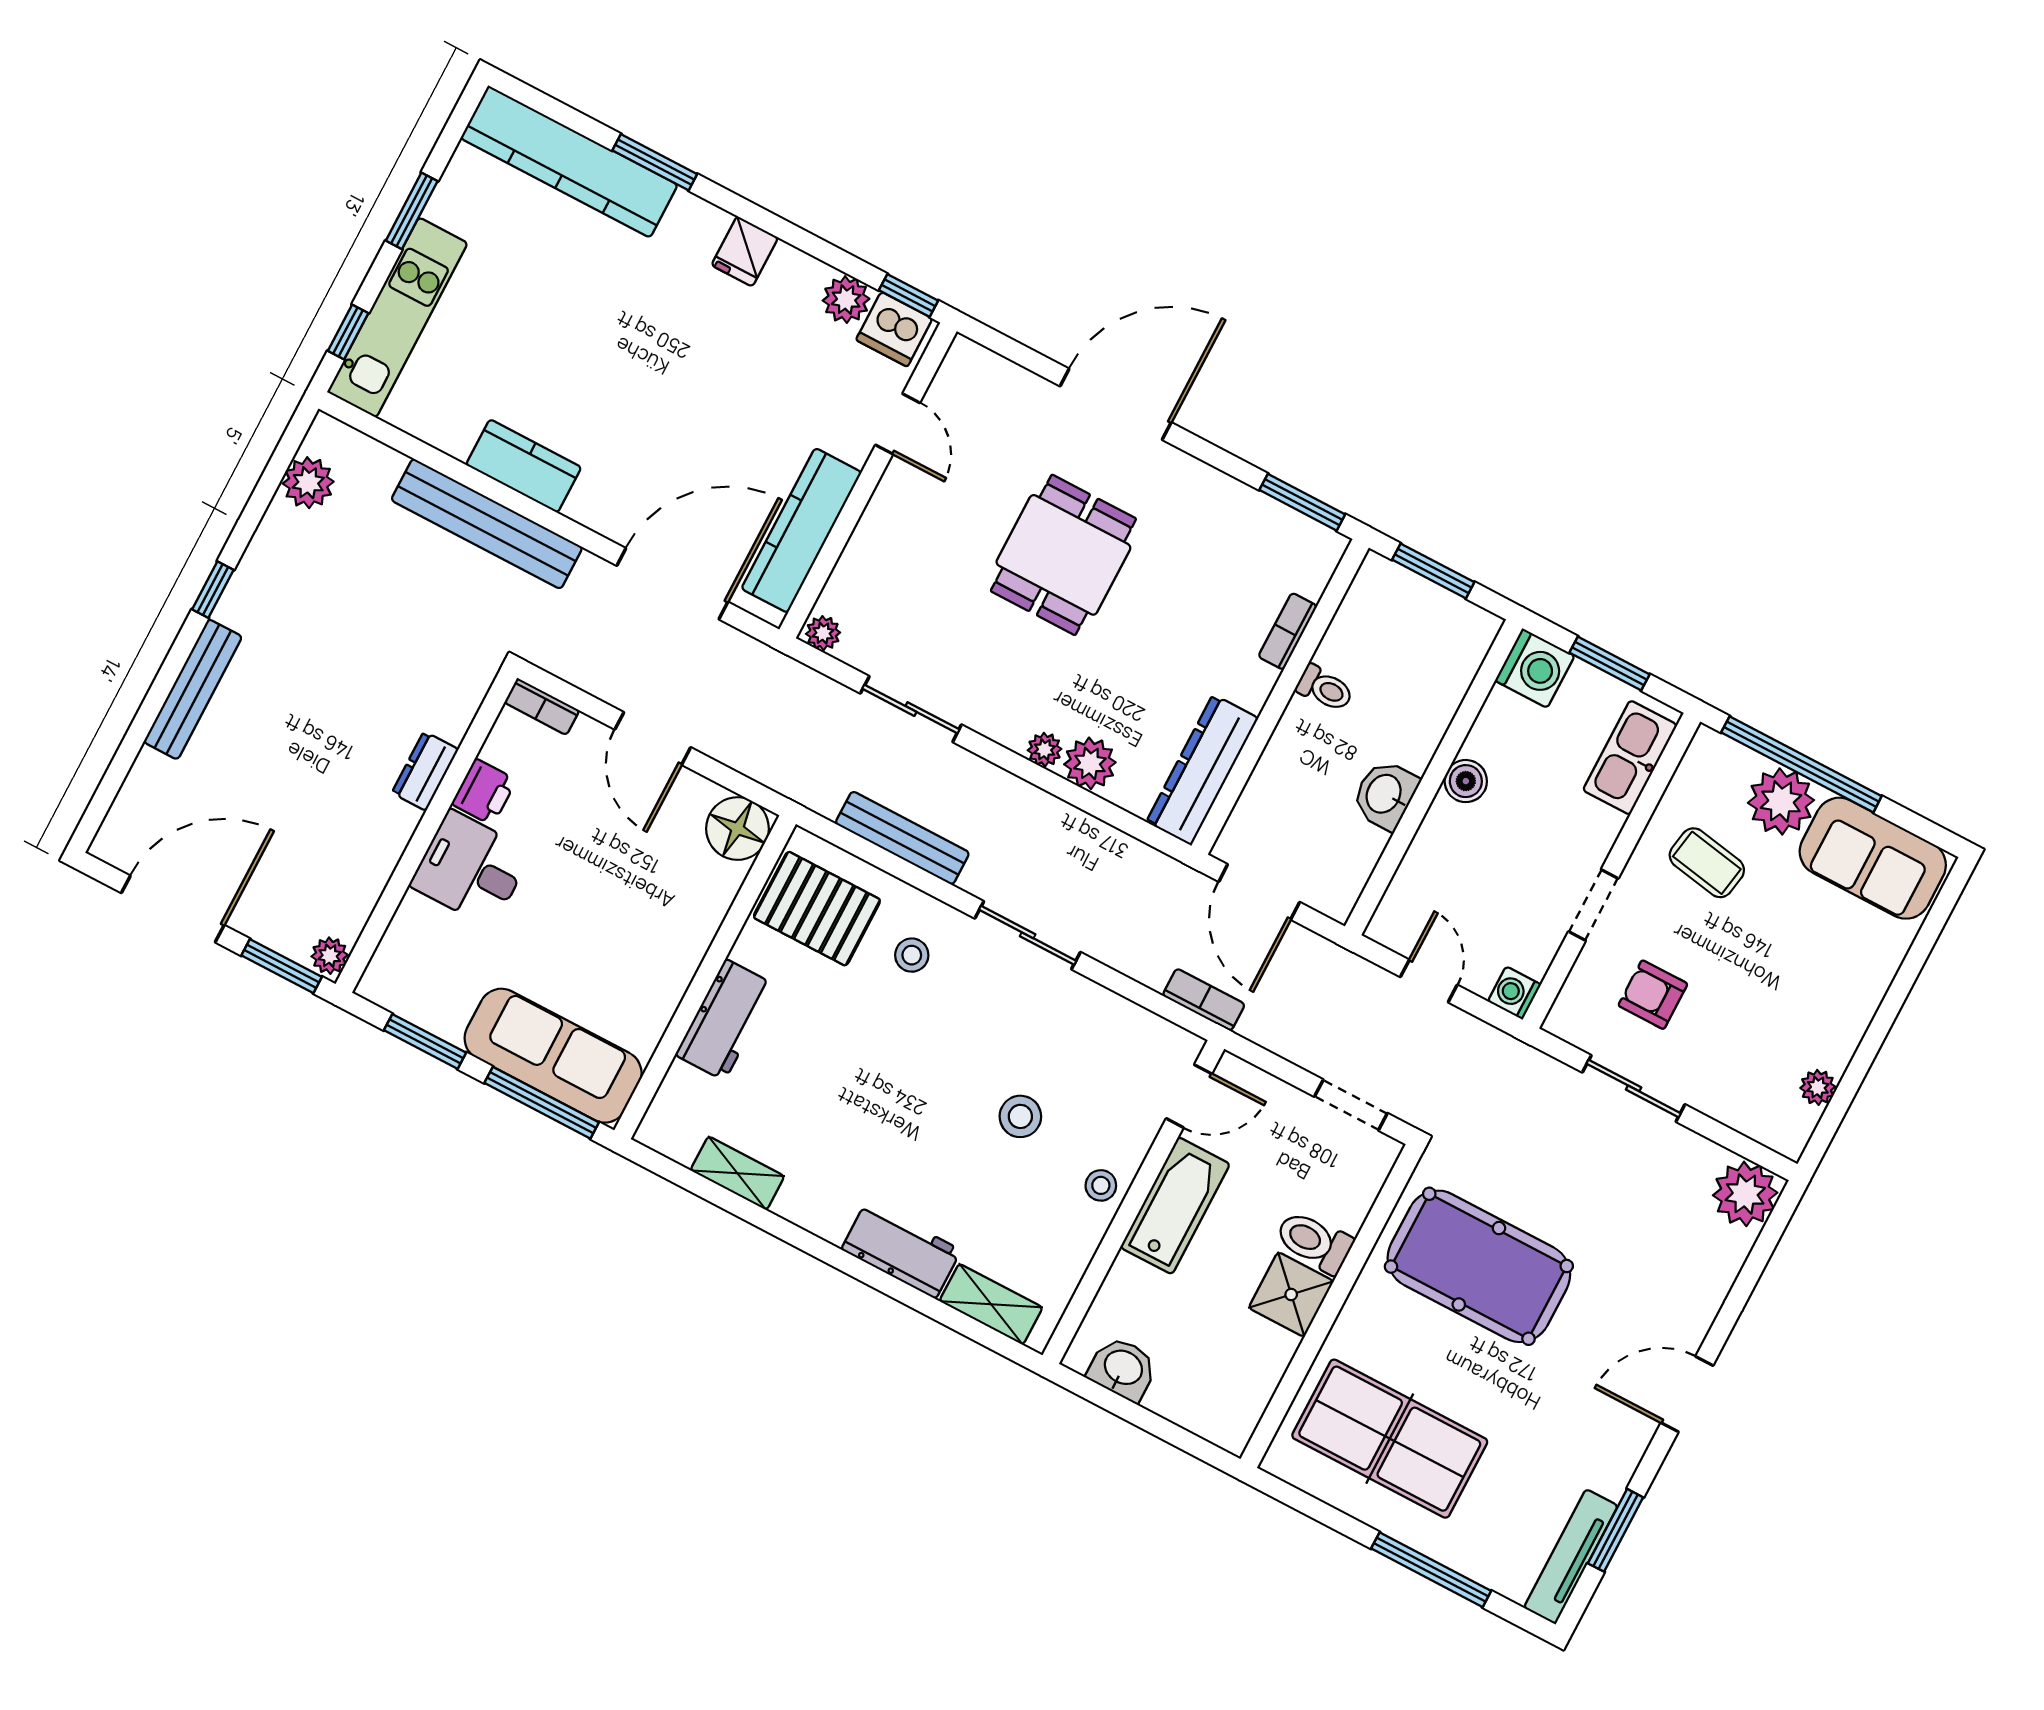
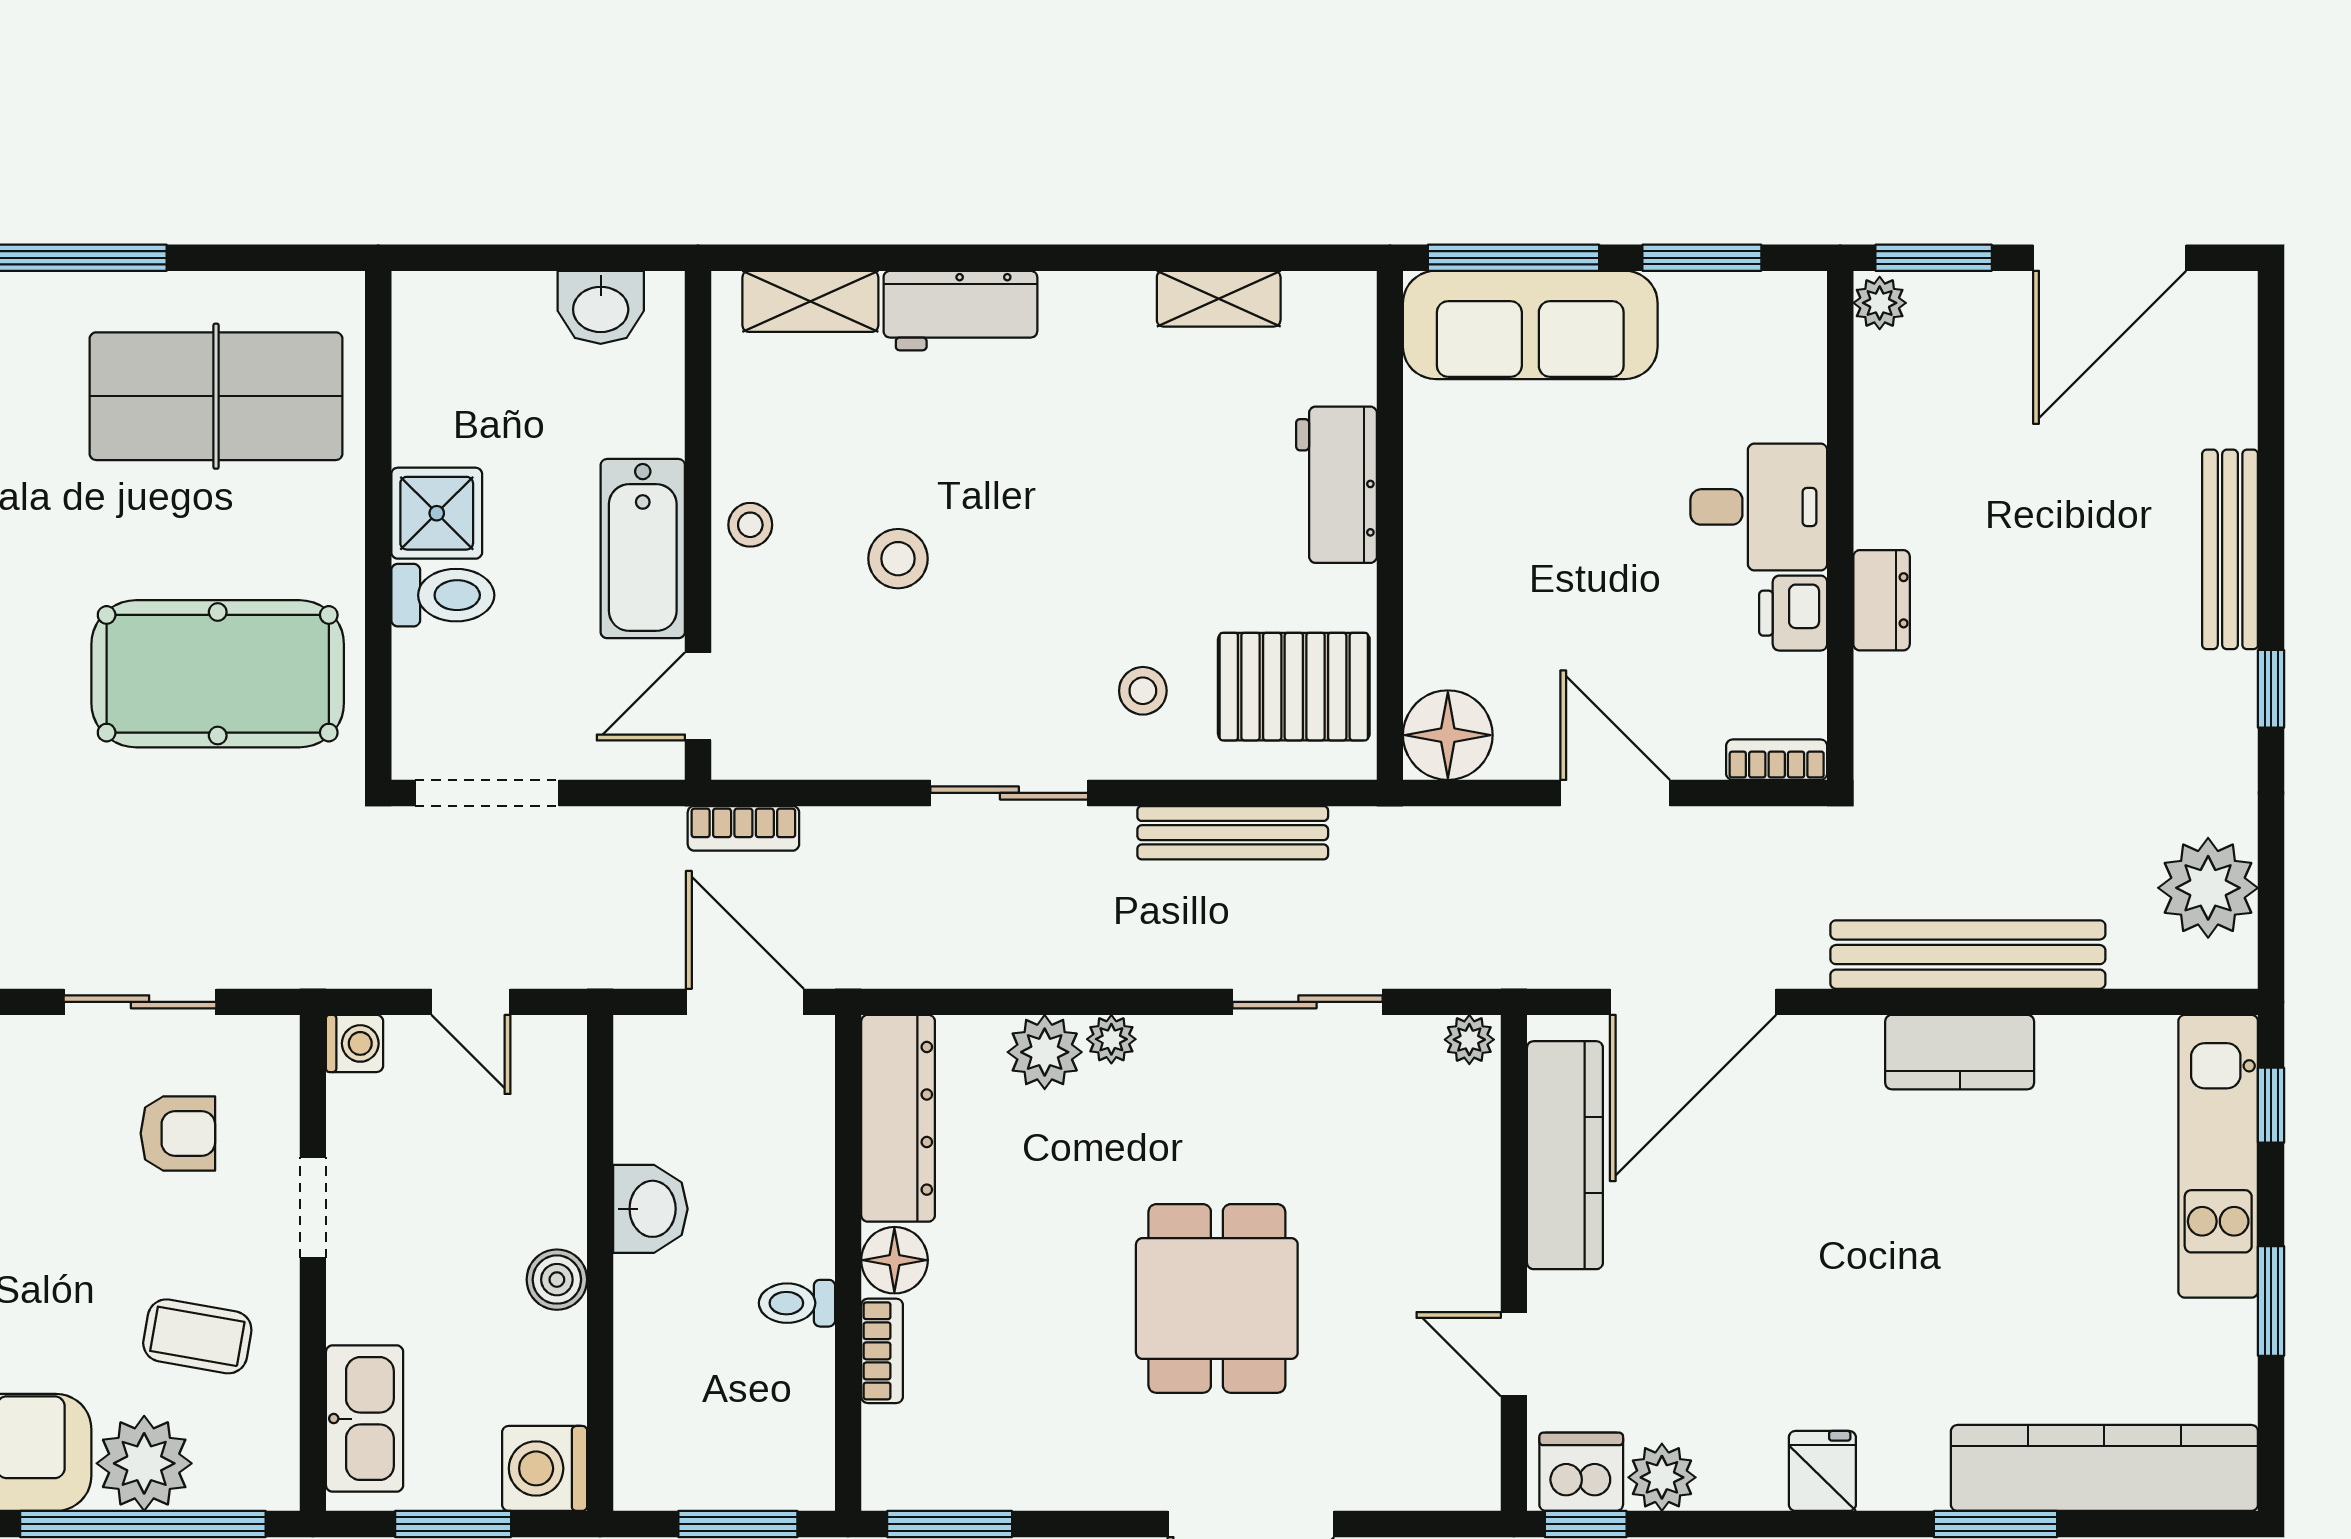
plant: (308, 483) -> (2208, 888), width x1.36, depth x1.36
floor lamp: (1251, 683) -> (894, 1260), added
doorway: (1351, 1105) -> (487, 793), width x1.38

